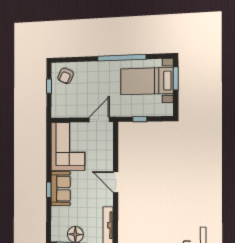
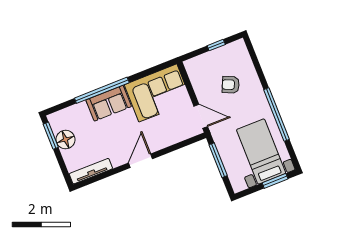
armchair: (66, 76) -> (231, 85), moved
window: (140, 119) -> (218, 160), width x2.17
window: (49, 190) -> (102, 90), width x3.17

